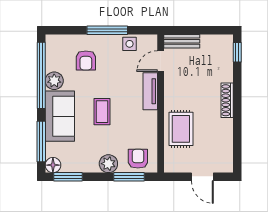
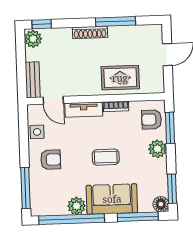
window: (107, 30) -> (25, 188), moved
plant: (223, 43) -> (33, 39), added
armchair: (86, 60) -> (51, 160), moved
bookcase: (152, 124) -> (116, 106), added
window: (237, 126) -> (115, 22), added

